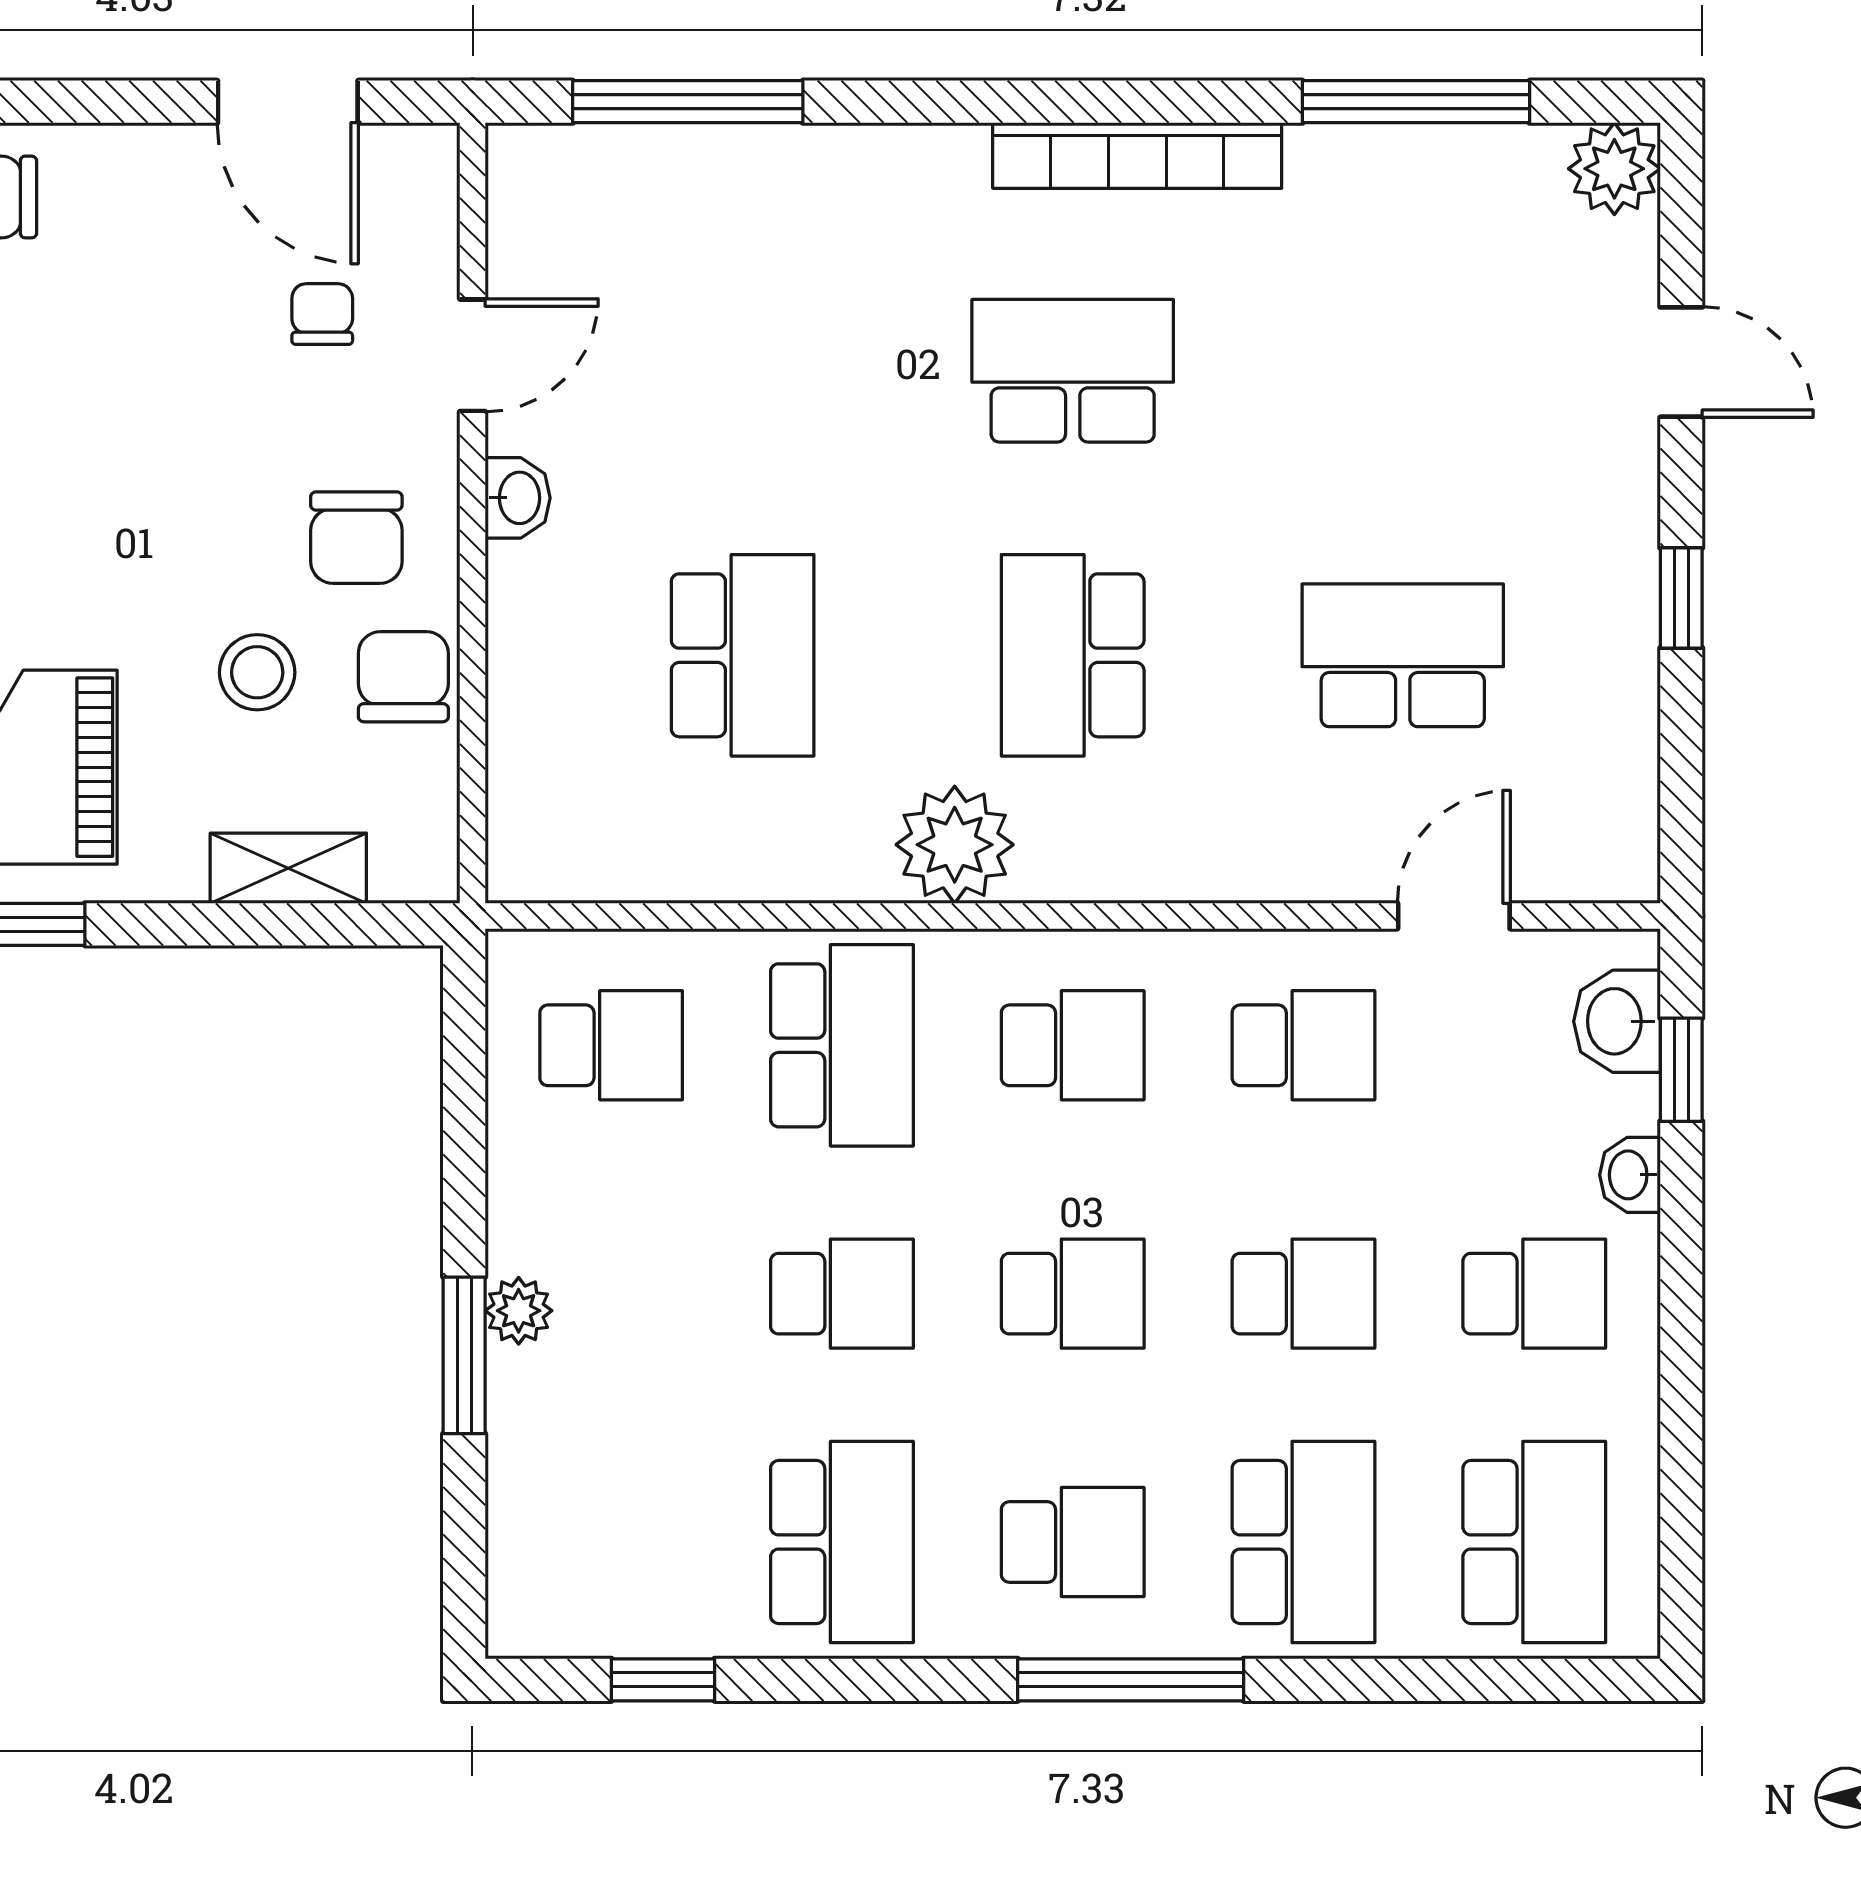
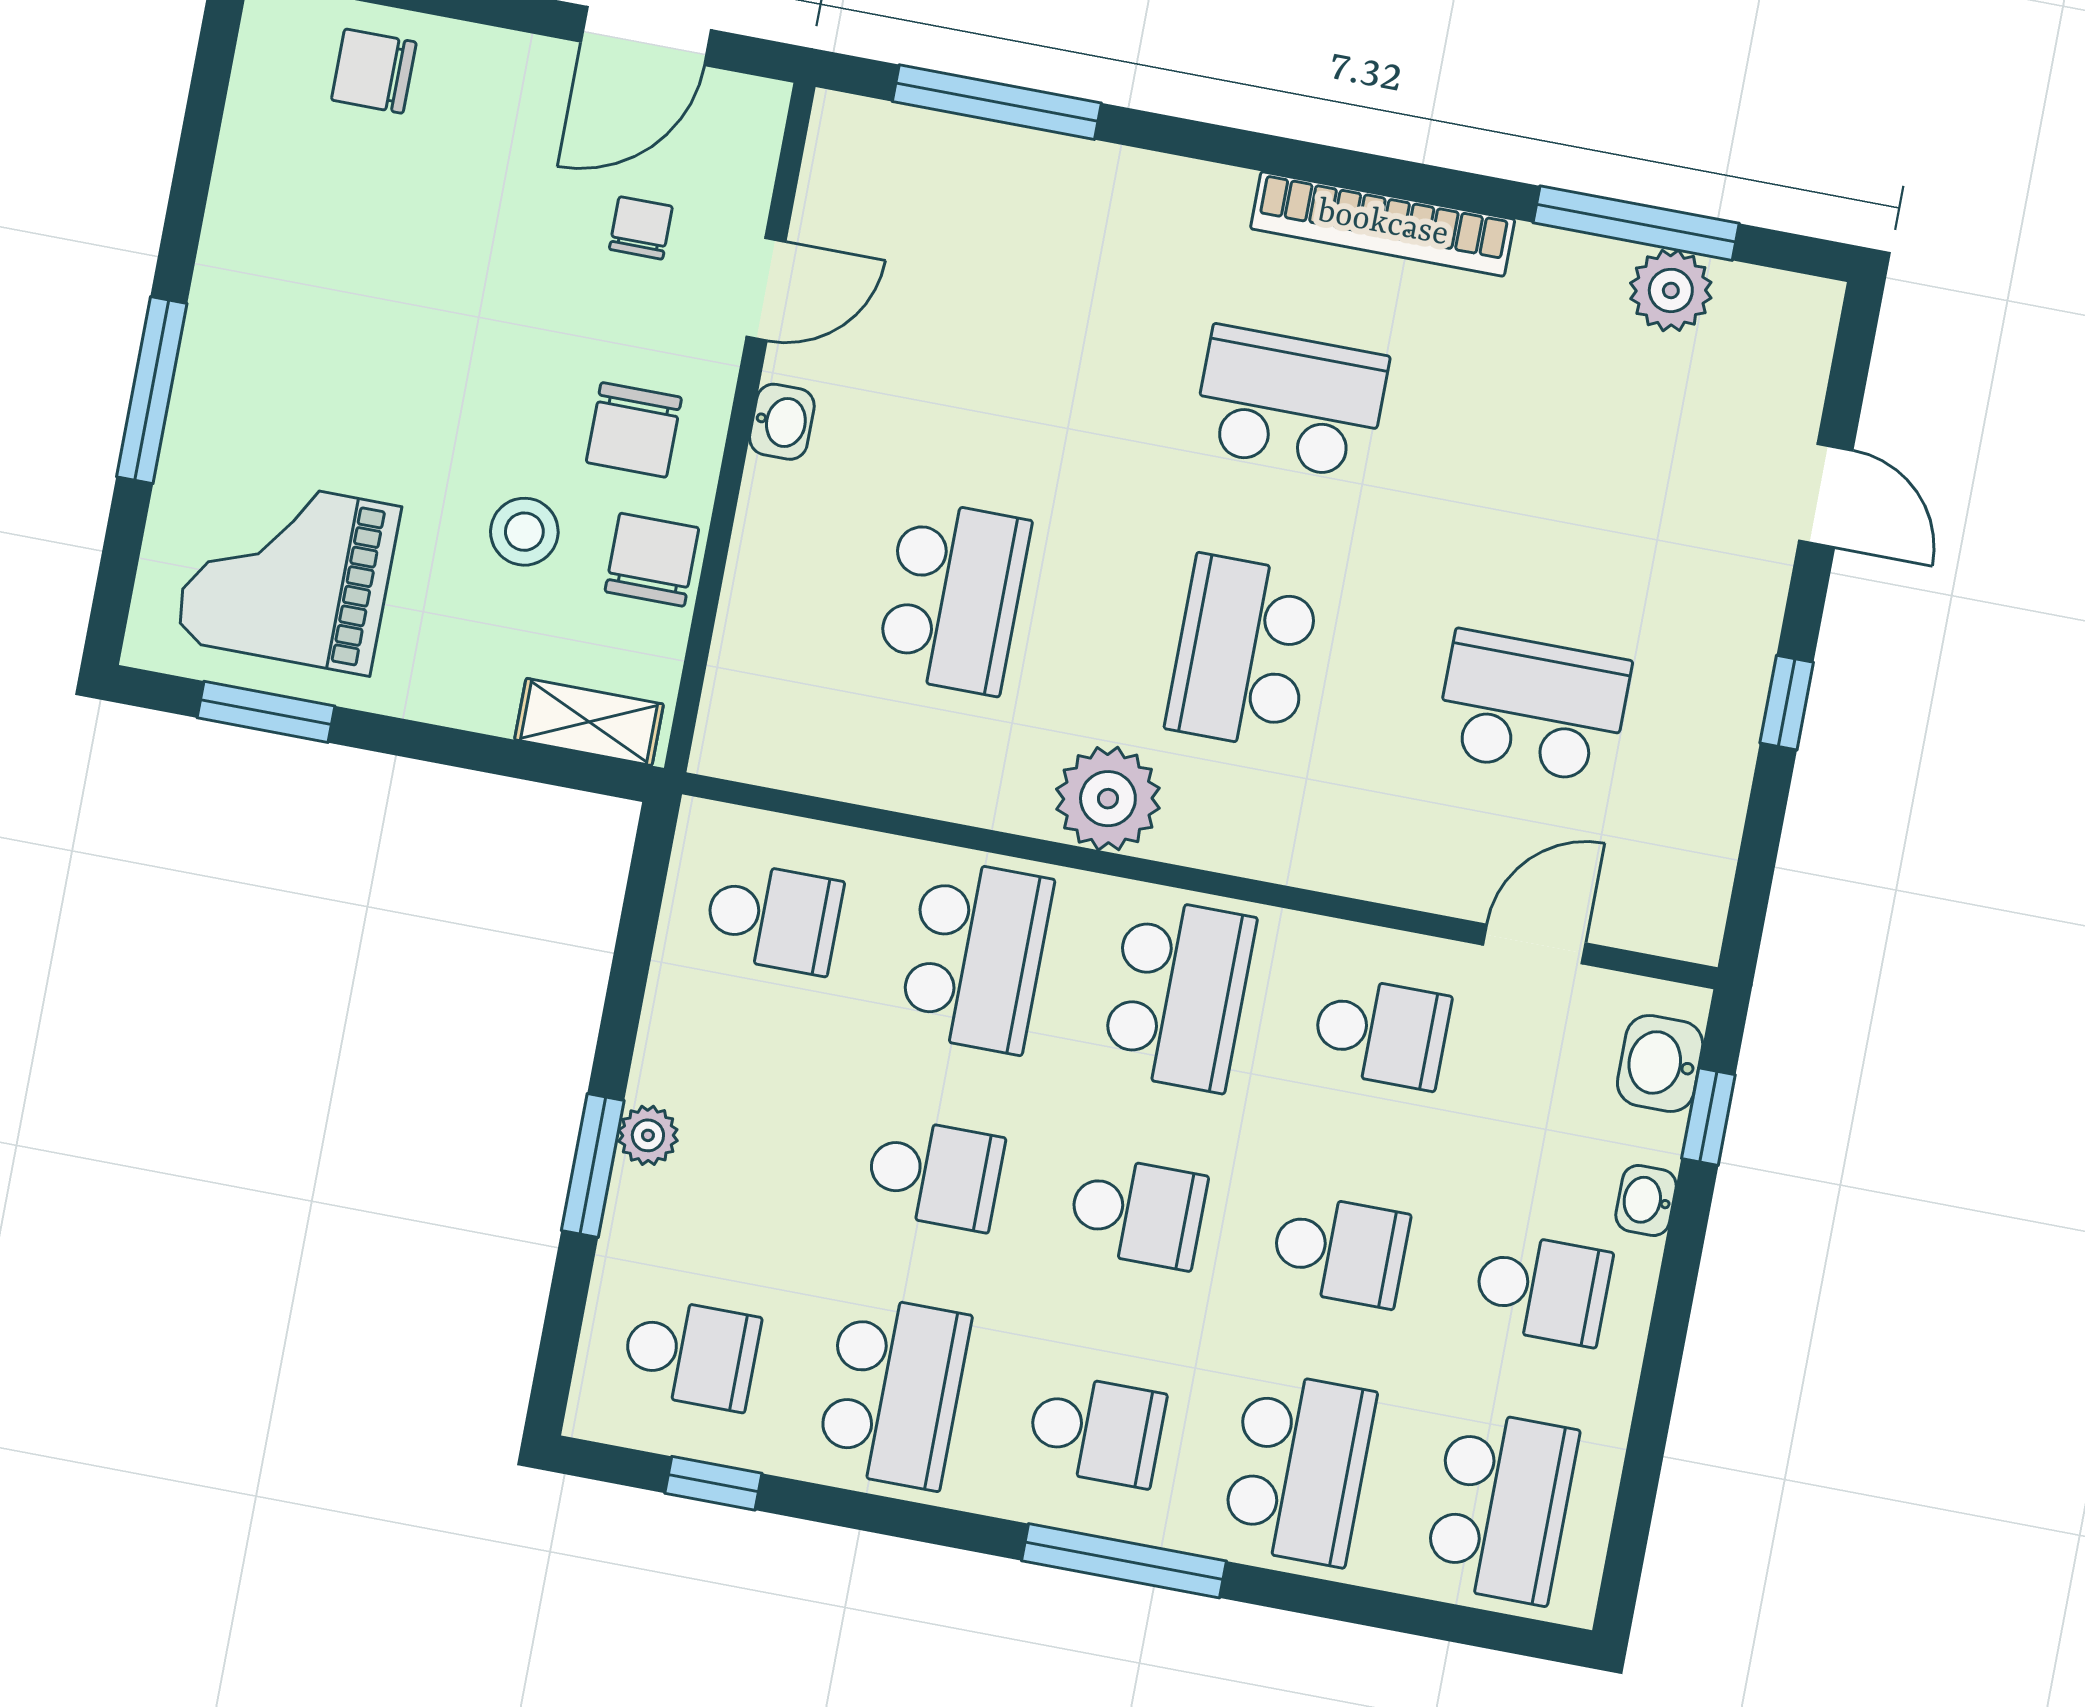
door: (288, 102) -> (646, 36), hinge flipped
plant: (1614, 169) -> (1671, 290), moved
shelving: (288, 868) -> (589, 722), moved
school desk: (1073, 1045) -> (1178, 994), width x1.85
school desk: (611, 1542) -> (691, 1354), added

